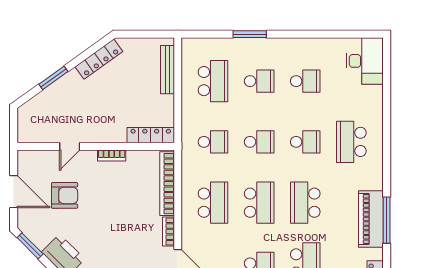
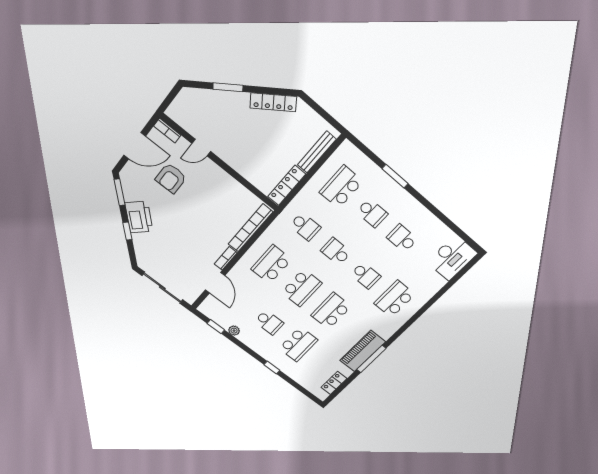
school desk: (213, 81) -> (341, 187), turned 180
school desk: (305, 81) -> (402, 238), turned 180
locker: (151, 135) -> (287, 185), moved, turned -90
school desk: (259, 142) -> (336, 251), turned 180
bookcase: (112, 155) -> (167, 131), moved
door: (14, 192) -> (135, 146), hinge flipped
armchair: (65, 195) -> (171, 178), turned 90
school desk: (213, 203) -> (271, 264), turned 180

